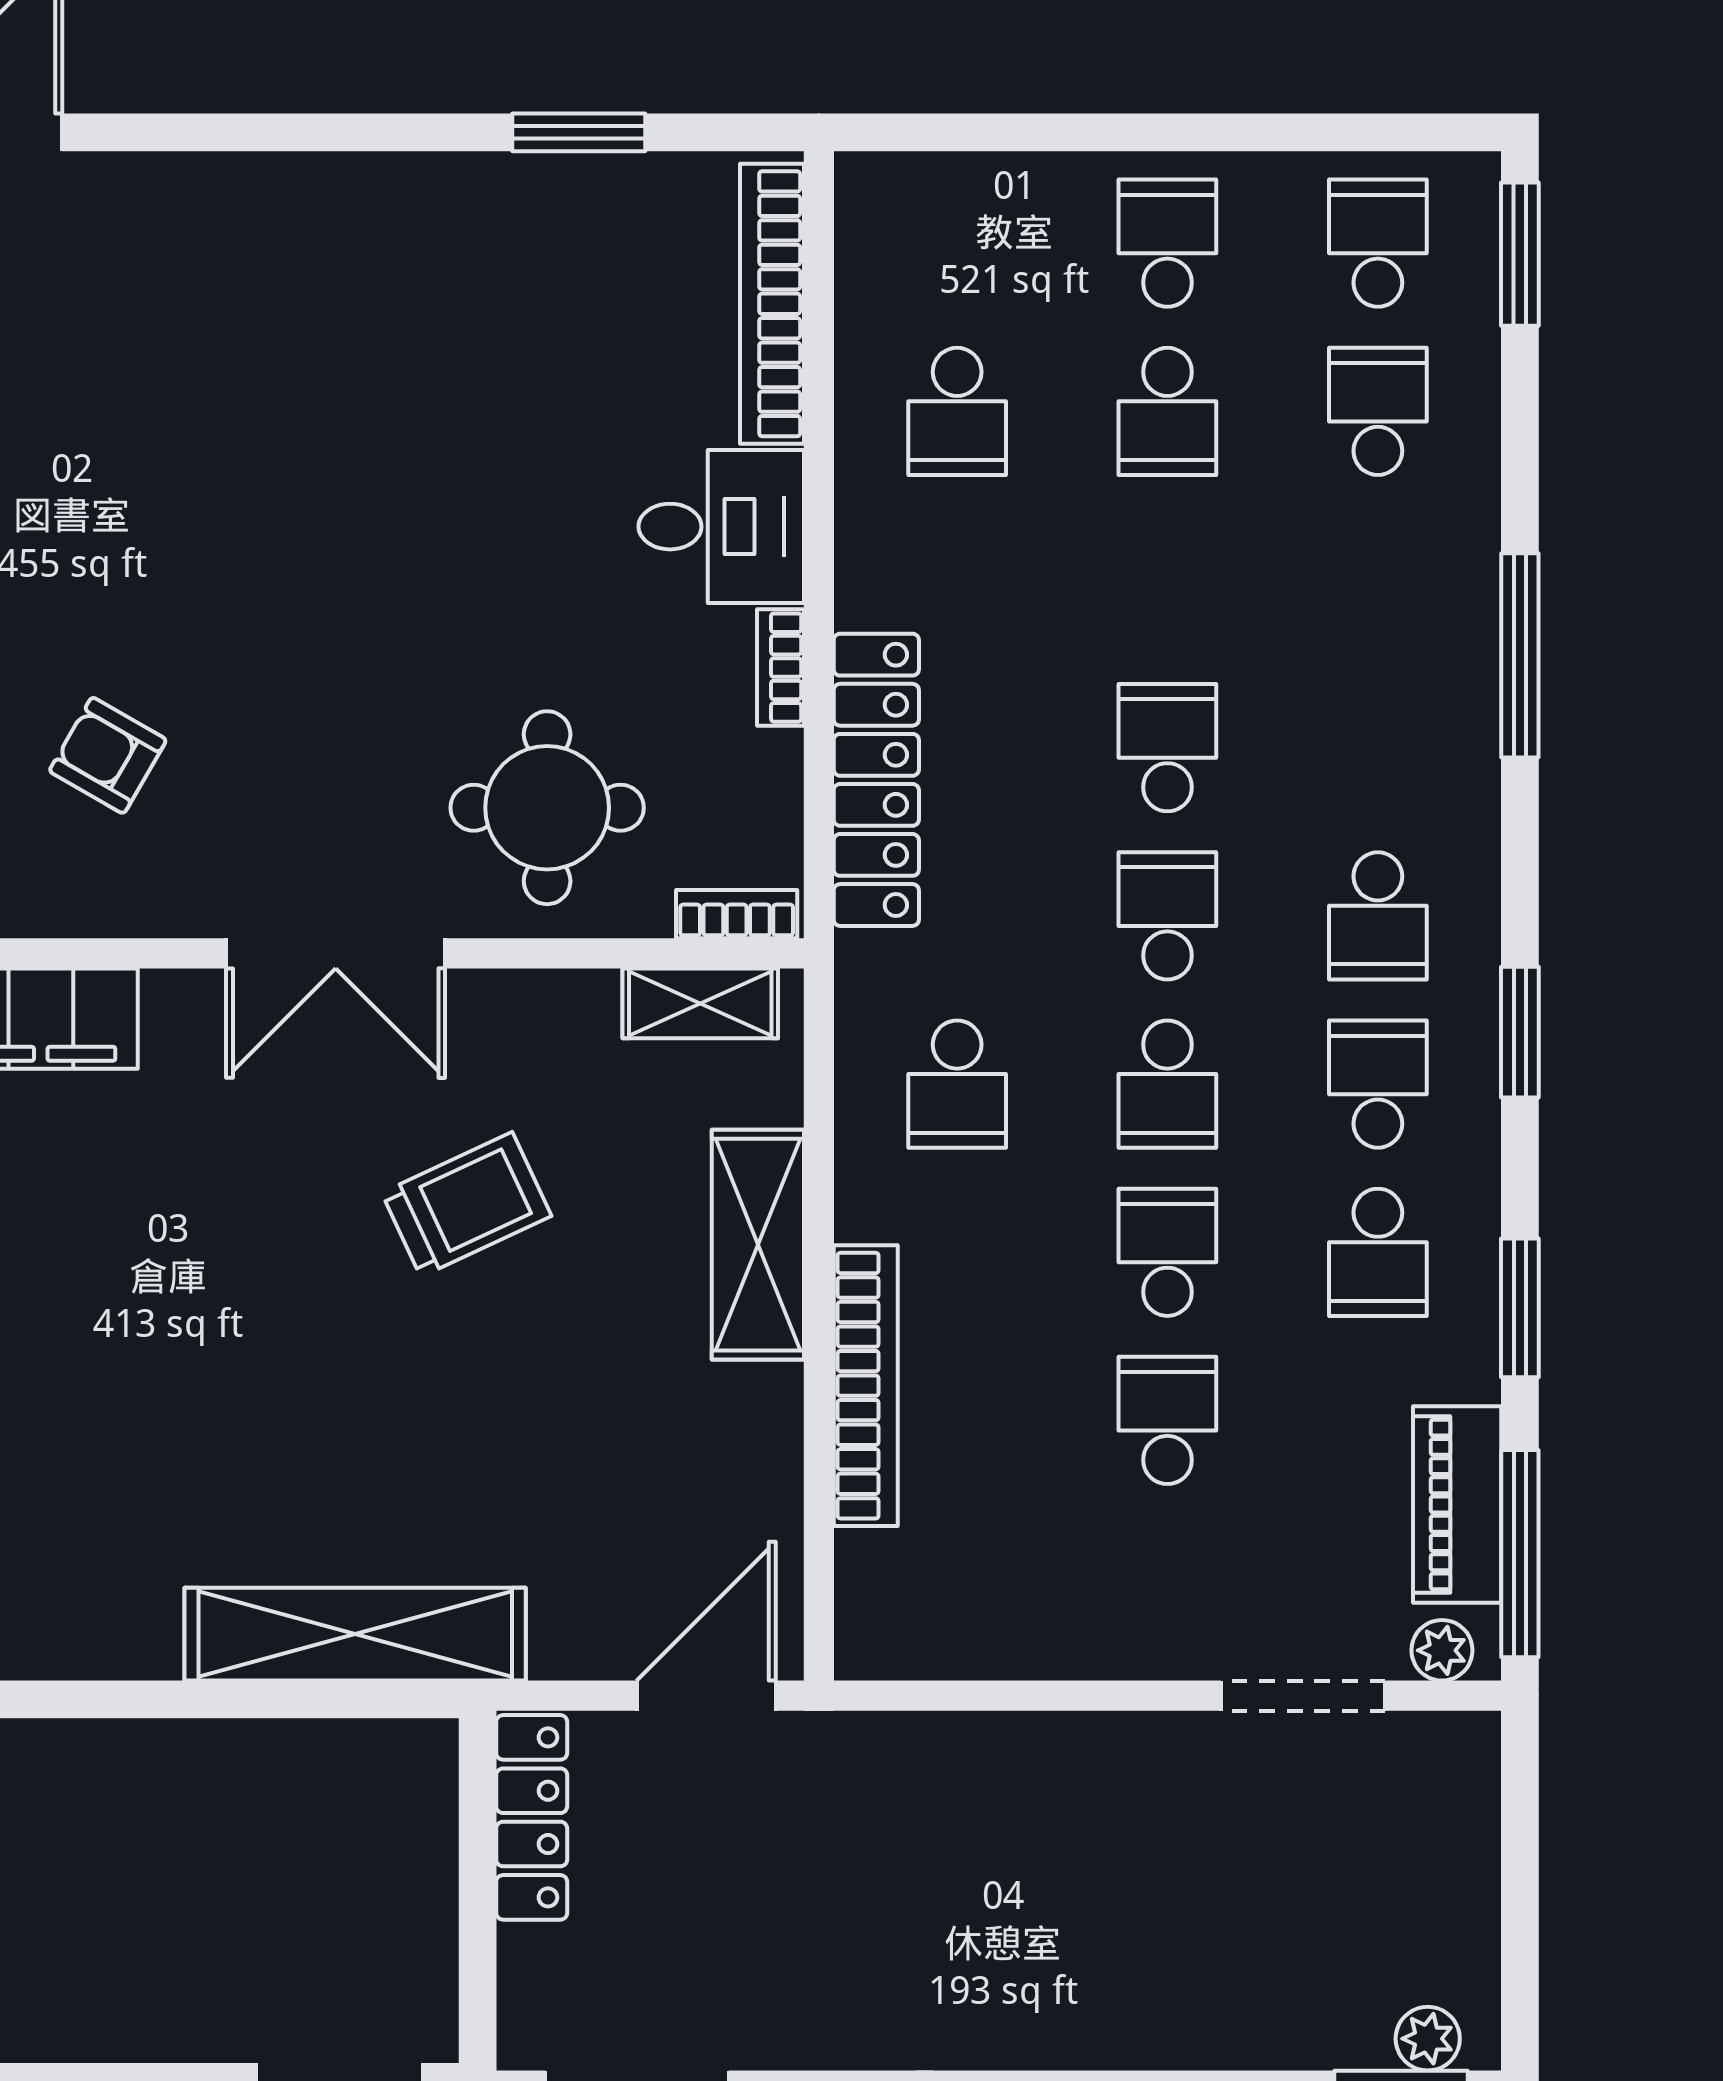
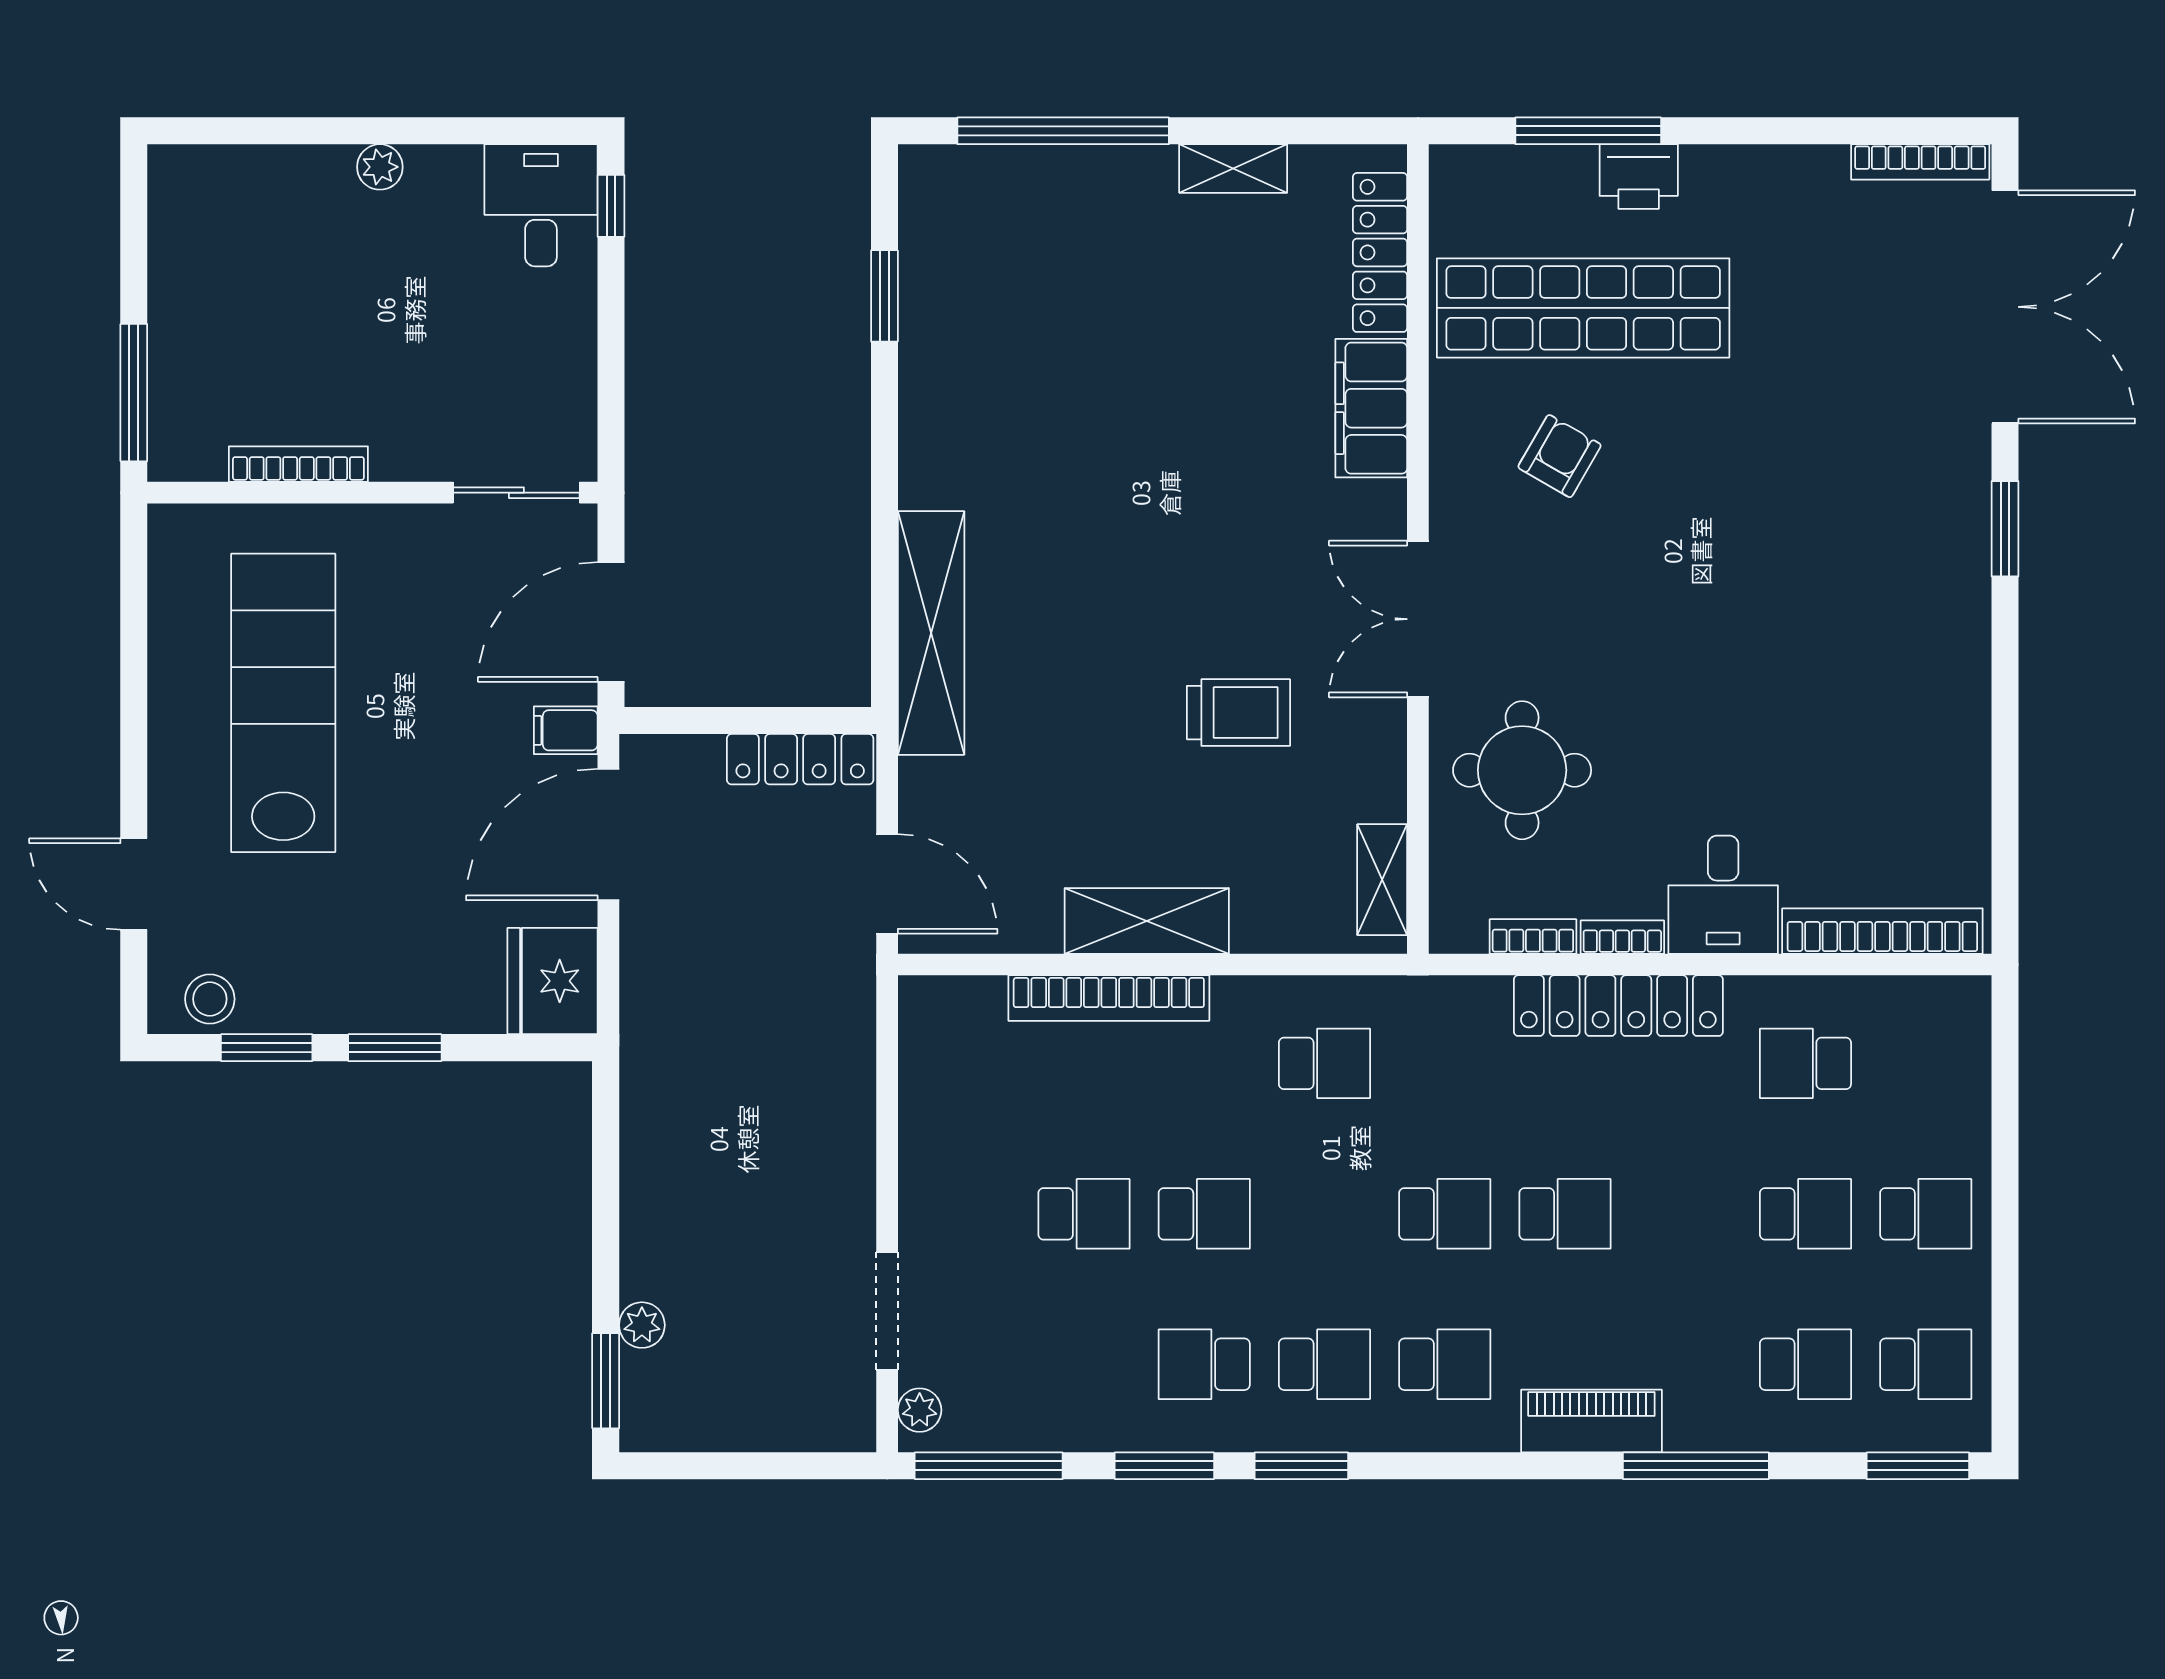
window: (579, 132) -> (2005, 529), moved
school desk: (1167, 411) -> (1805, 1214), turned 180
window: (1520, 655) -> (1696, 1466), moved
locker: (876, 780) -> (1618, 1006), moved
bookcase: (737, 914) -> (1533, 936), moved, turned -90
school desk: (1378, 916) -> (1445, 1364), turned 180
window: (1520, 1032) -> (1301, 1466), moved
school desk: (957, 1084) -> (1324, 1063), turned 180
school desk: (1167, 1084) -> (1324, 1214), removed
trolley: (466, 1204) -> (1238, 713), turned -65
shelving: (758, 1245) -> (1147, 921), moved
piano: (1457, 1505) -> (1591, 1421), moved
plant: (1428, 2039) -> (642, 1325), moved

